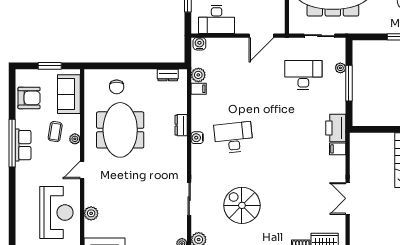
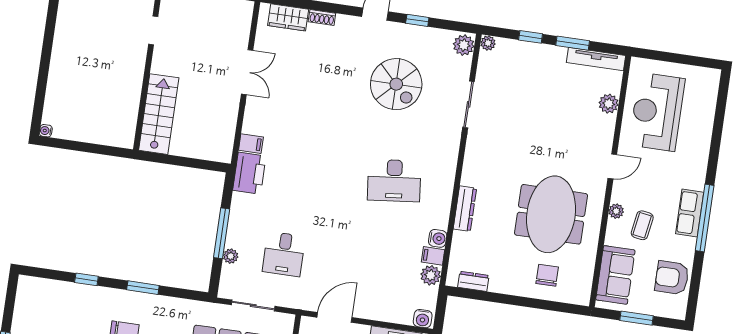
desk: (303, 75) -> (284, 254), width x0.73
dresser: (181, 125) -> (465, 209), width x1.44
water cooler: (197, 138) -> (438, 238), moved

